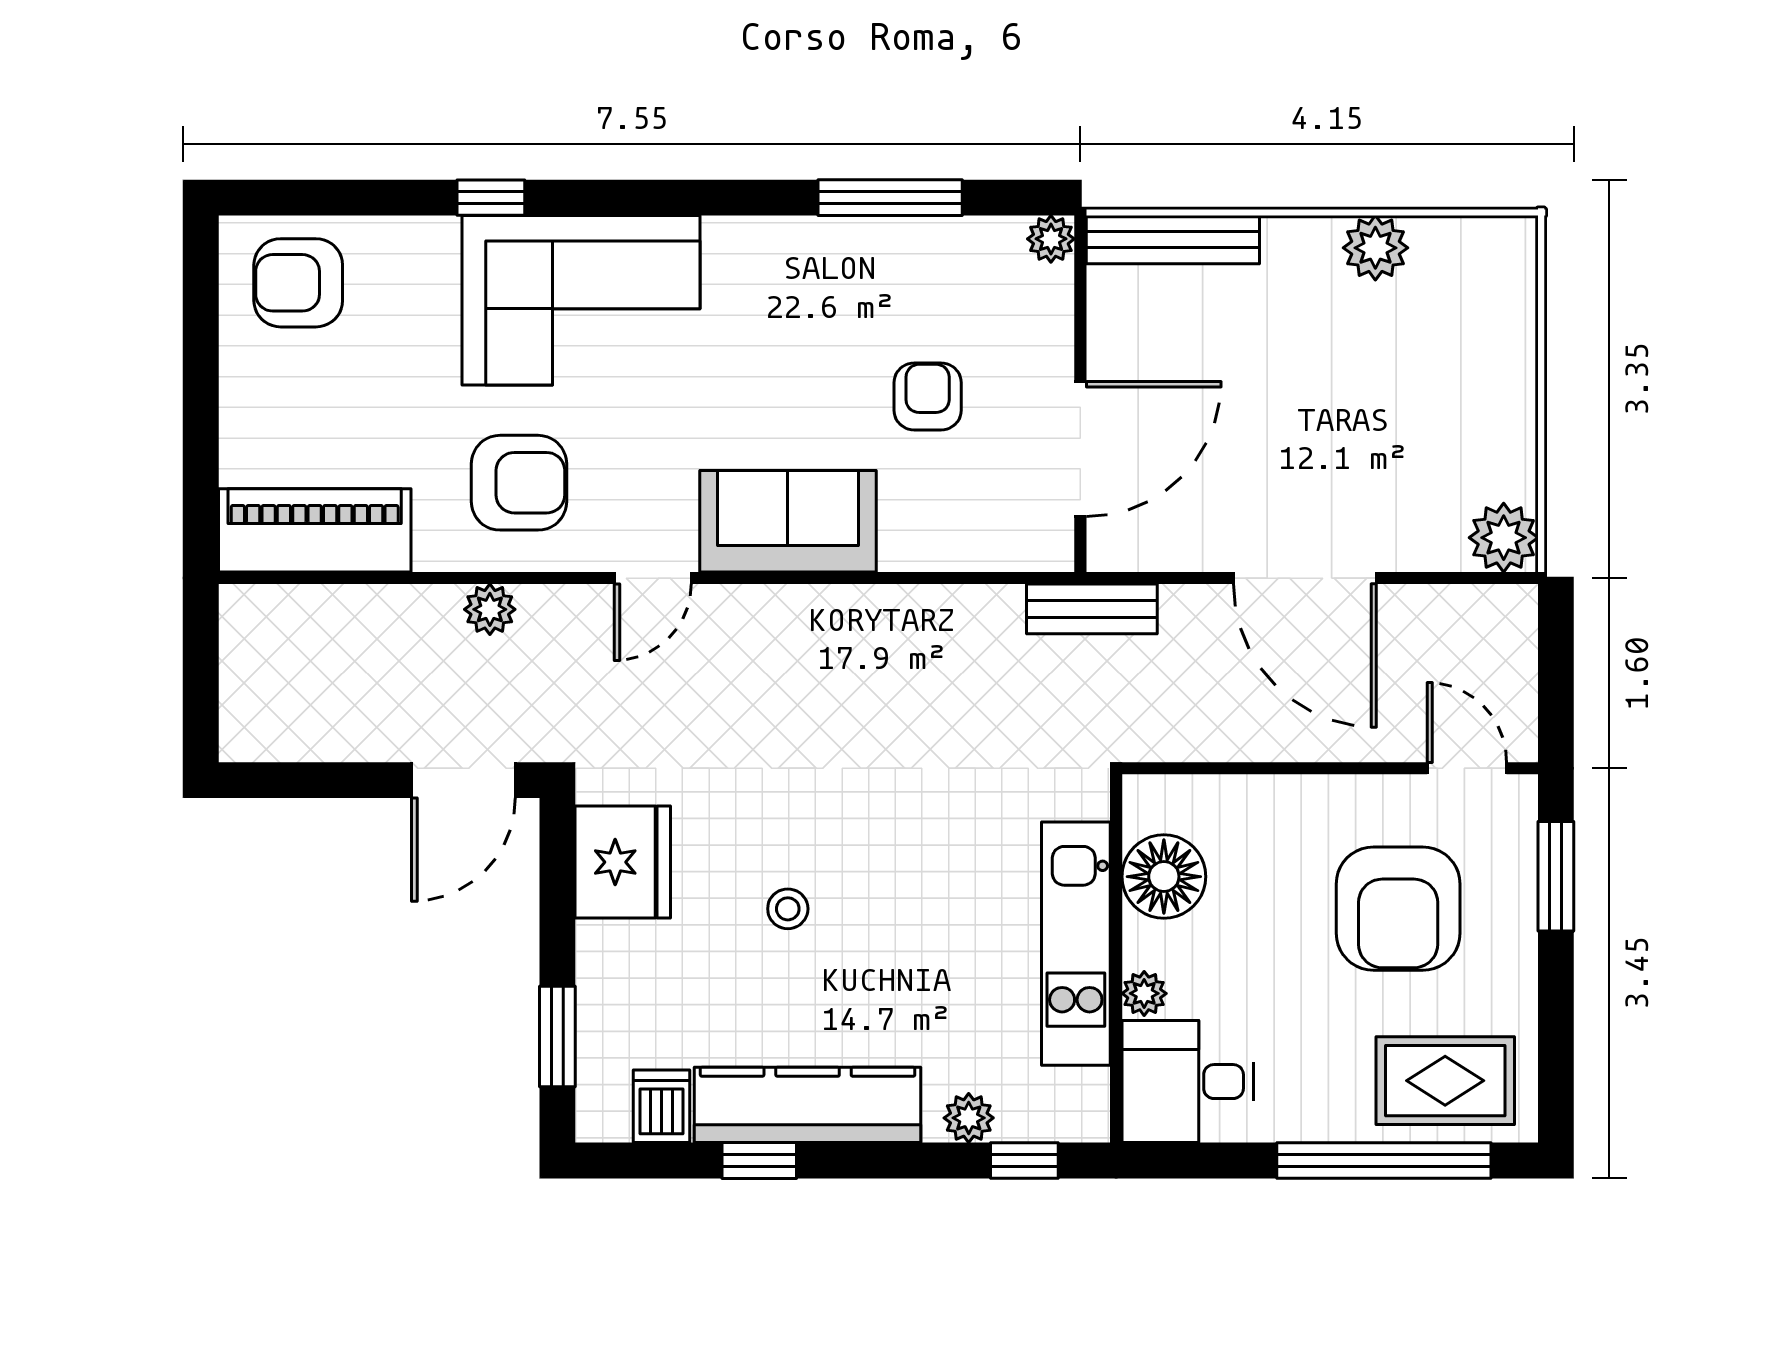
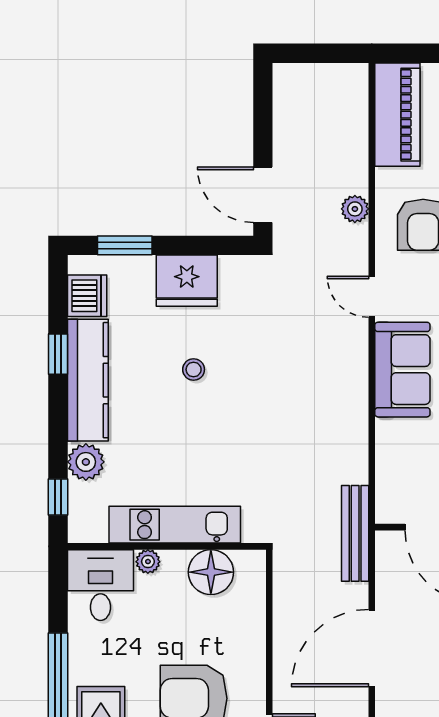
bench: (1092, 609) -> (355, 533), width x1.36
fridge: (623, 862) -> (187, 281), moved
dishwasher: (661, 1106) -> (87, 296), width x1.38
plant: (969, 1118) -> (86, 462), width x1.38, depth x1.38

